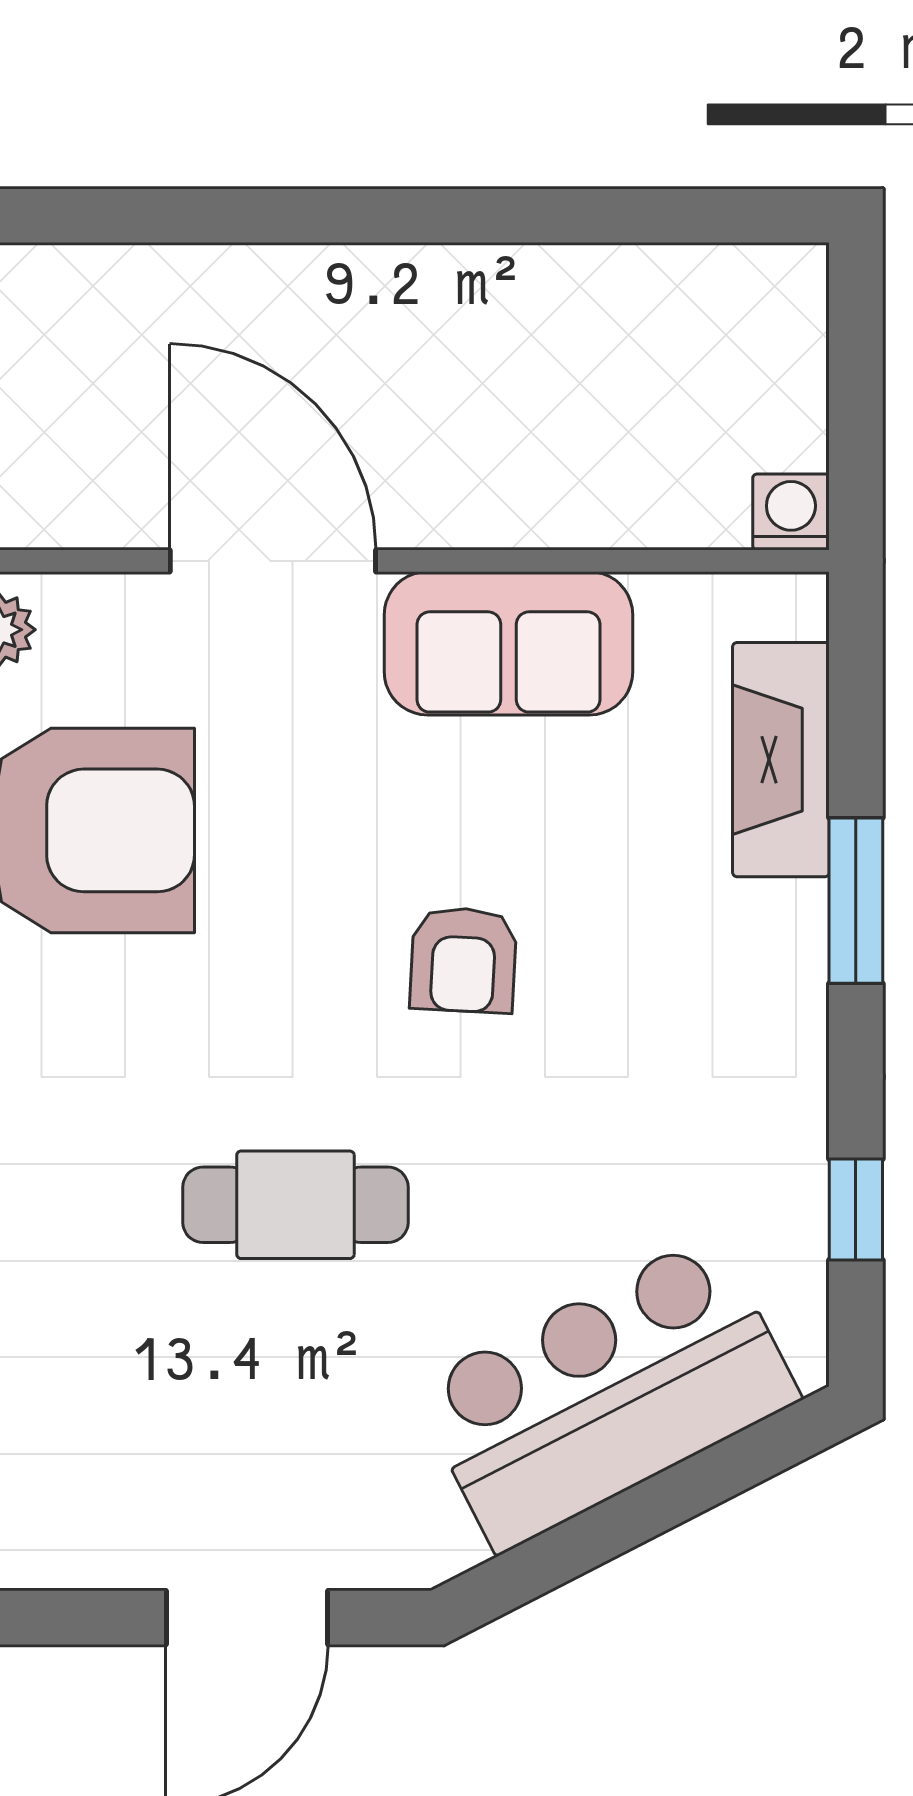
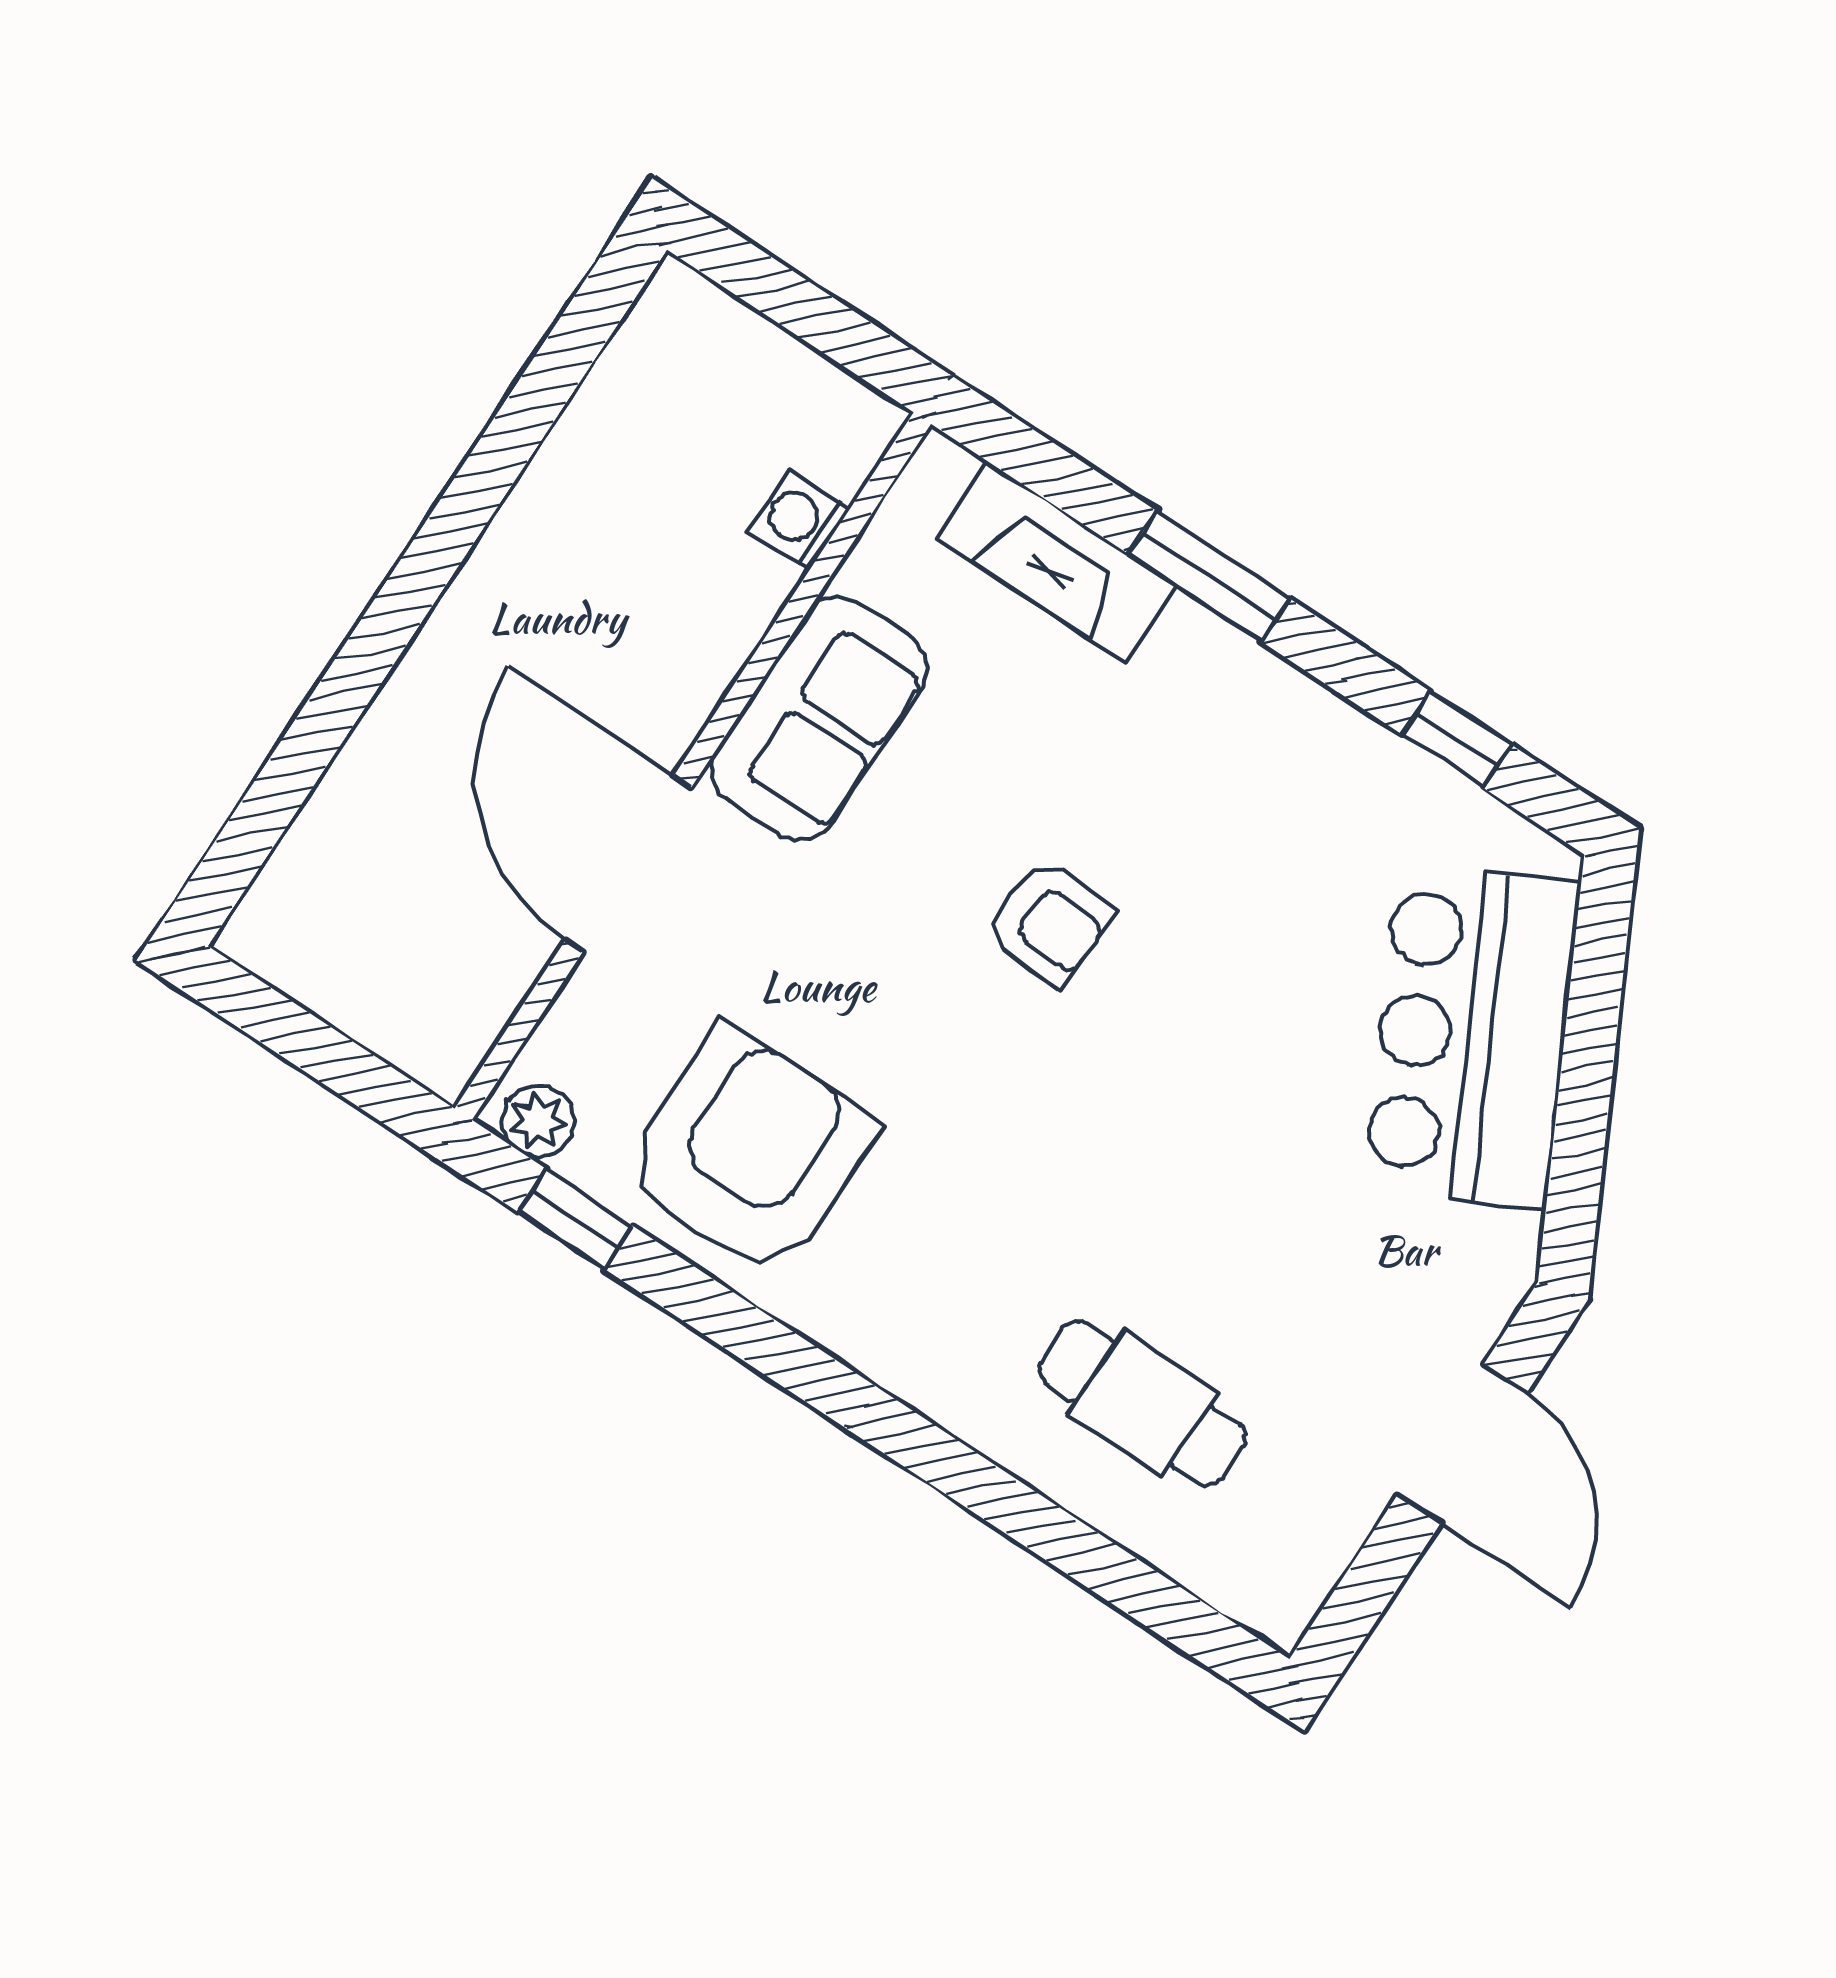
washing machine: (791, 512) -> (799, 520), moved
door: (273, 561) -> (628, 864), hinge flipped
cafe table: (295, 1205) -> (1142, 1403), moved, turned 90

